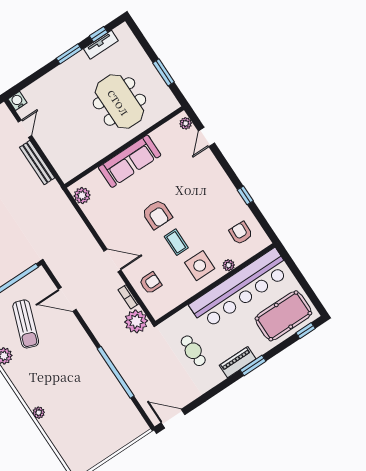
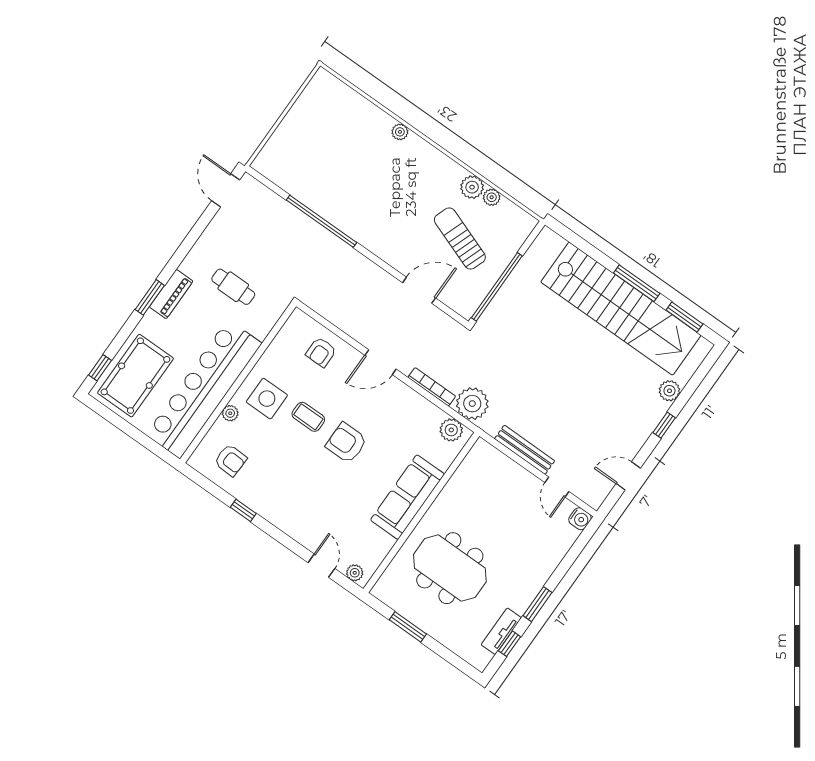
bookcase: (128, 297) -> (432, 387), moved, width x1.56
plant: (136, 321) -> (472, 404), moved
door: (173, 419) -> (226, 190), swing flipped

